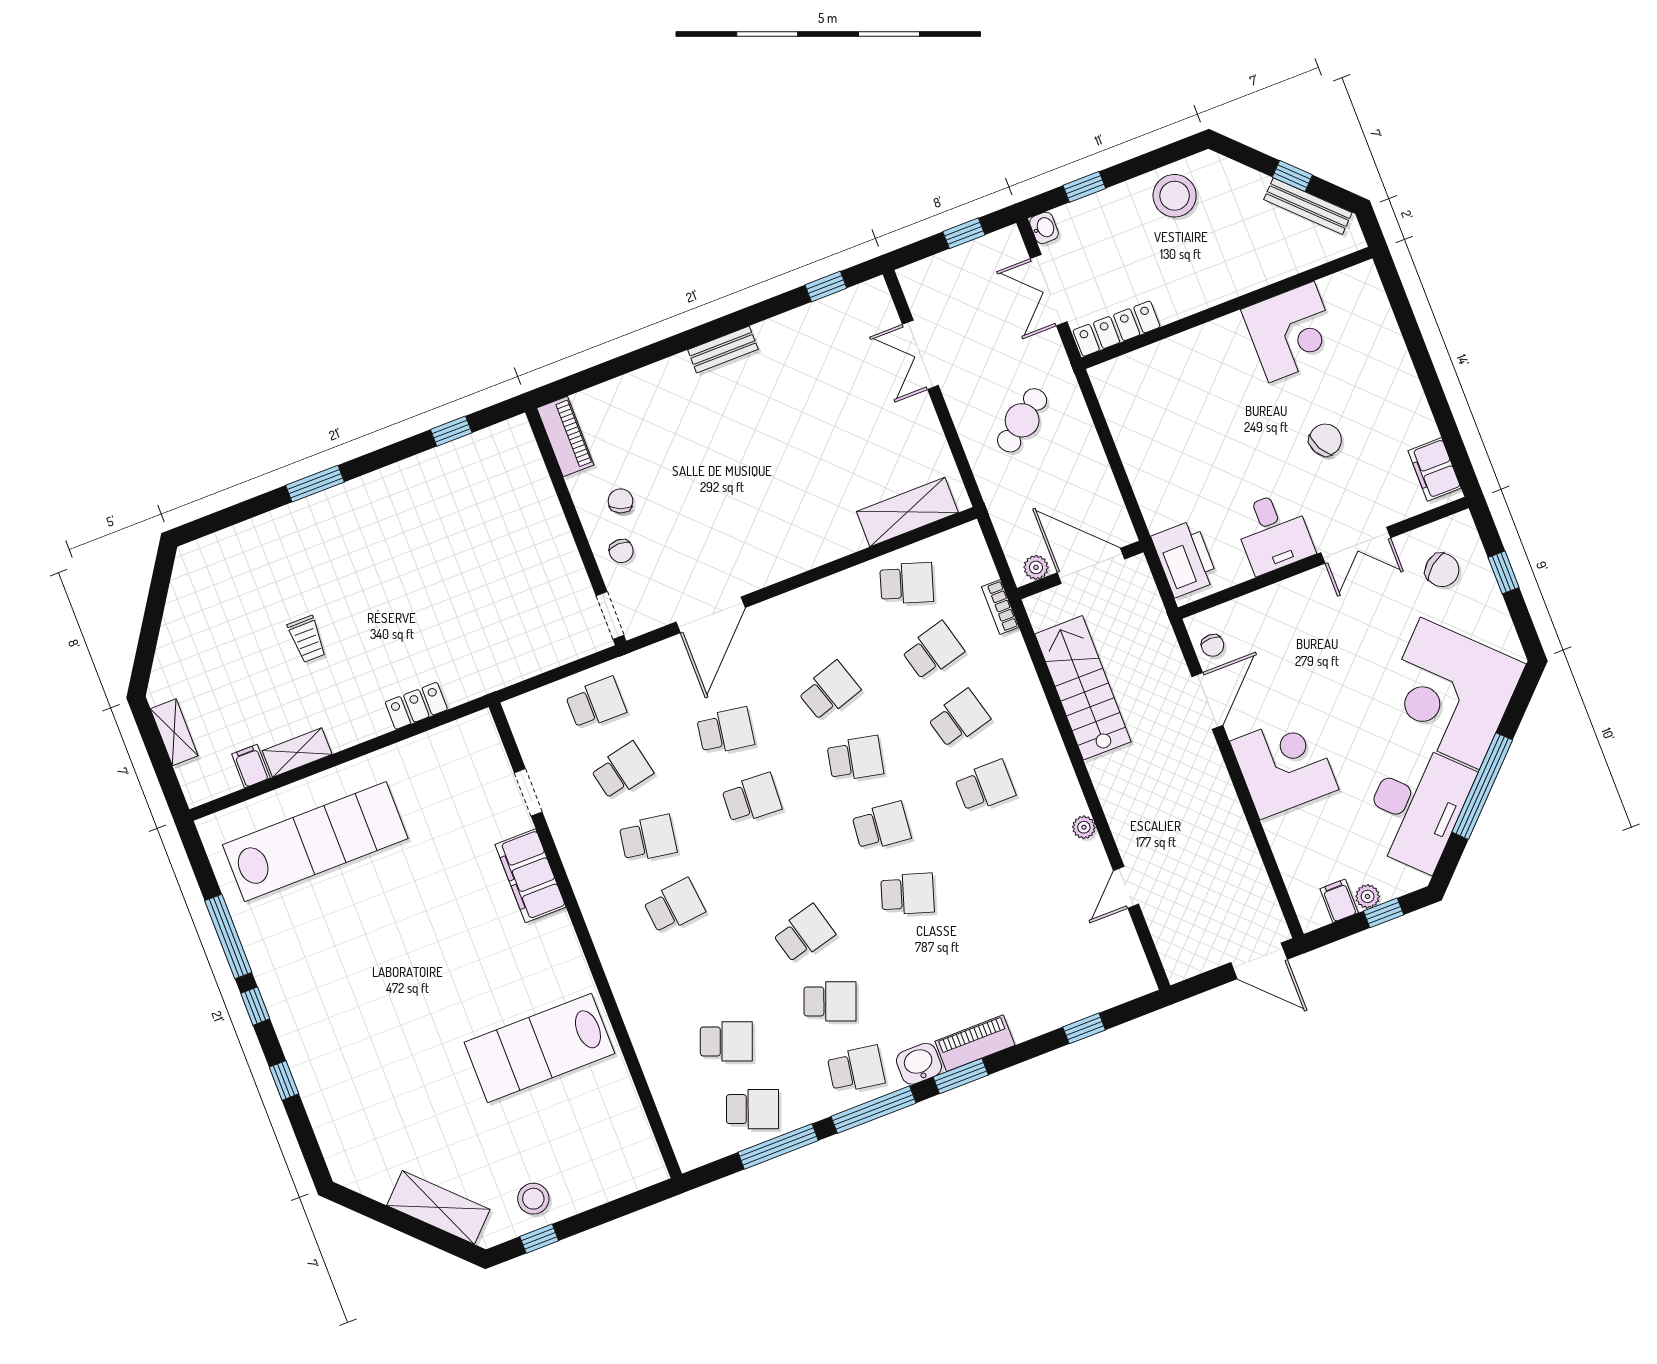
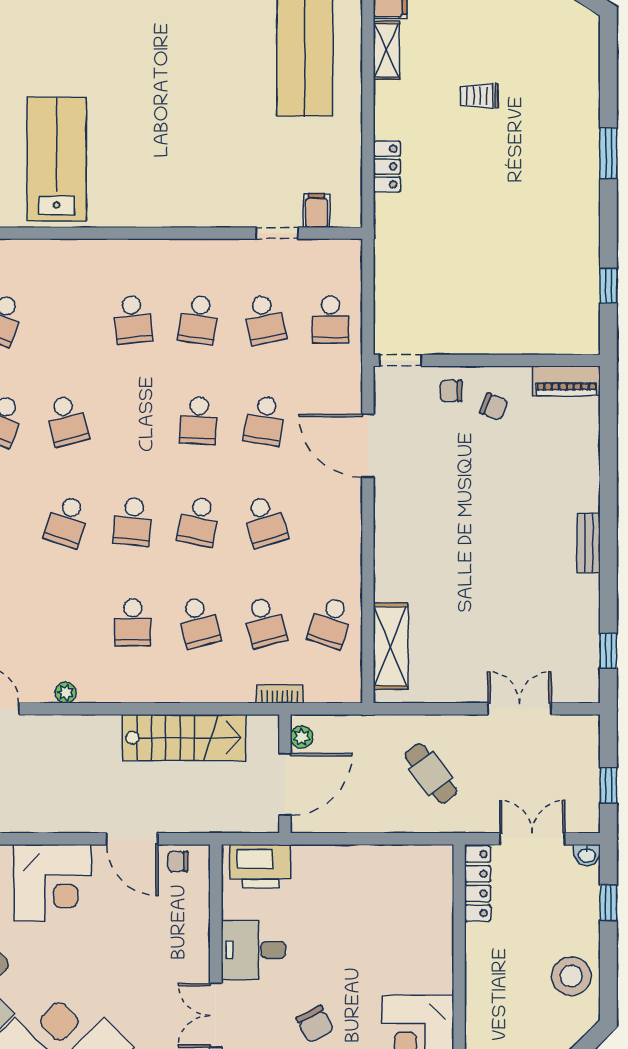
filing cabinet: (531, 876) -> (317, 211), moved, width x0.33, depth x0.86

